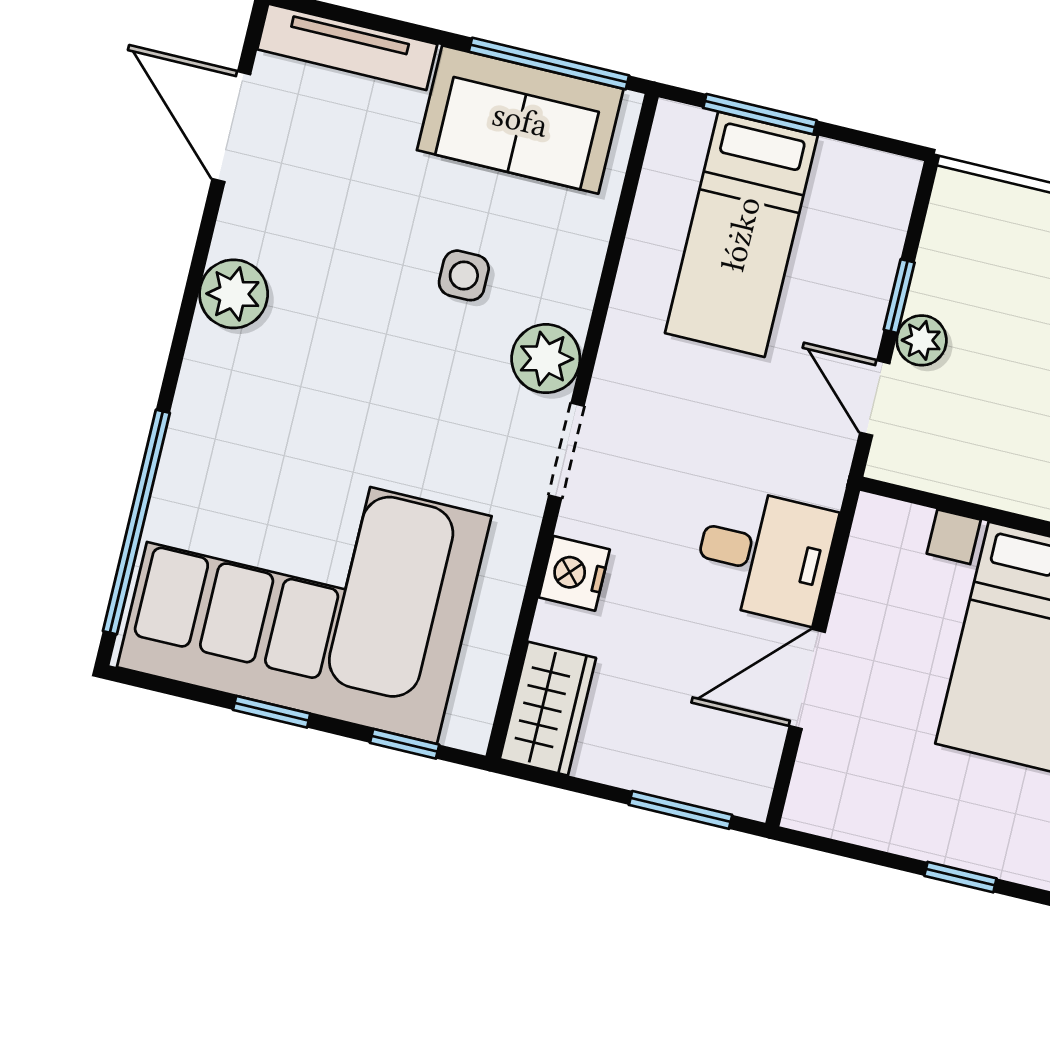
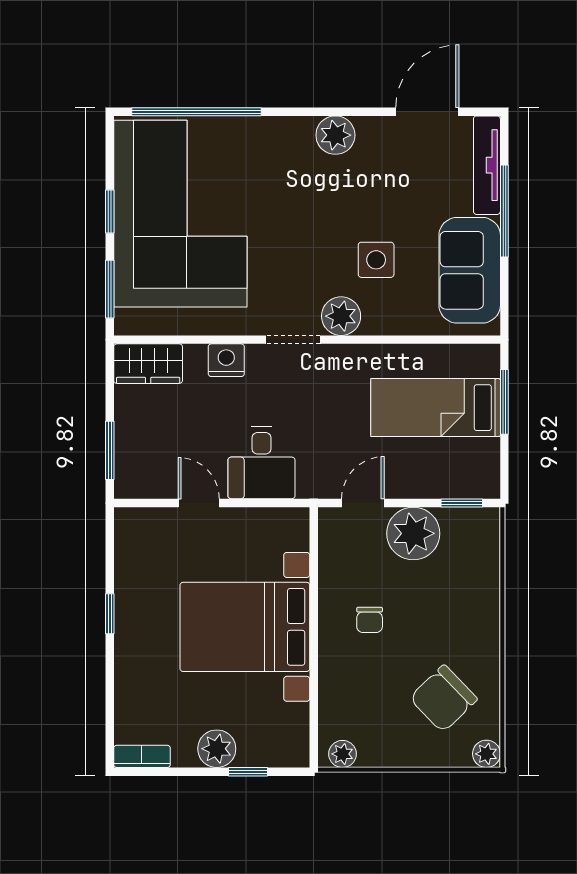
window: (549, 64) -> (504, 211), moved
side table: (464, 275) -> (376, 260), width x1.37, depth x1.37
window: (899, 296) -> (462, 503), moved
plant: (922, 340) -> (413, 533), width x1.88, depth x1.88
door: (807, 679) -> (199, 503), width x0.73
window: (405, 744) -> (110, 289), width x1.50

